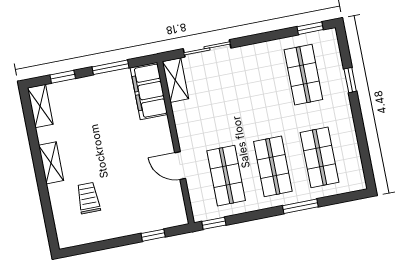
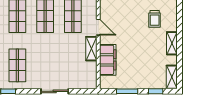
sliding door: (207, 48) -> (55, 91), moved
shelving: (175, 80) -> (91, 49), moved
filing cabinet: (149, 91) -> (108, 60), moved

